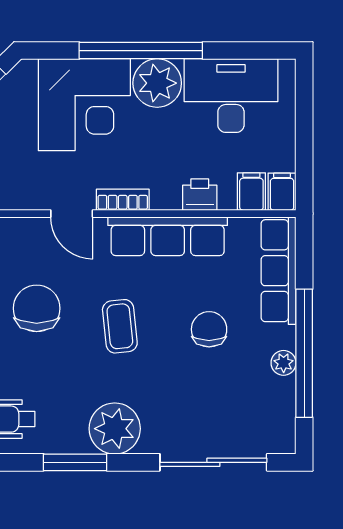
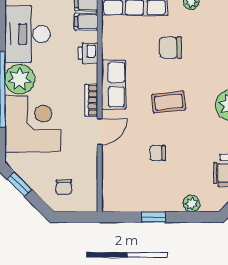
row of seats: (168, 236) -> (114, 85), width x0.68
chair: (37, 308) -> (158, 153), width x0.54, depth x0.54

